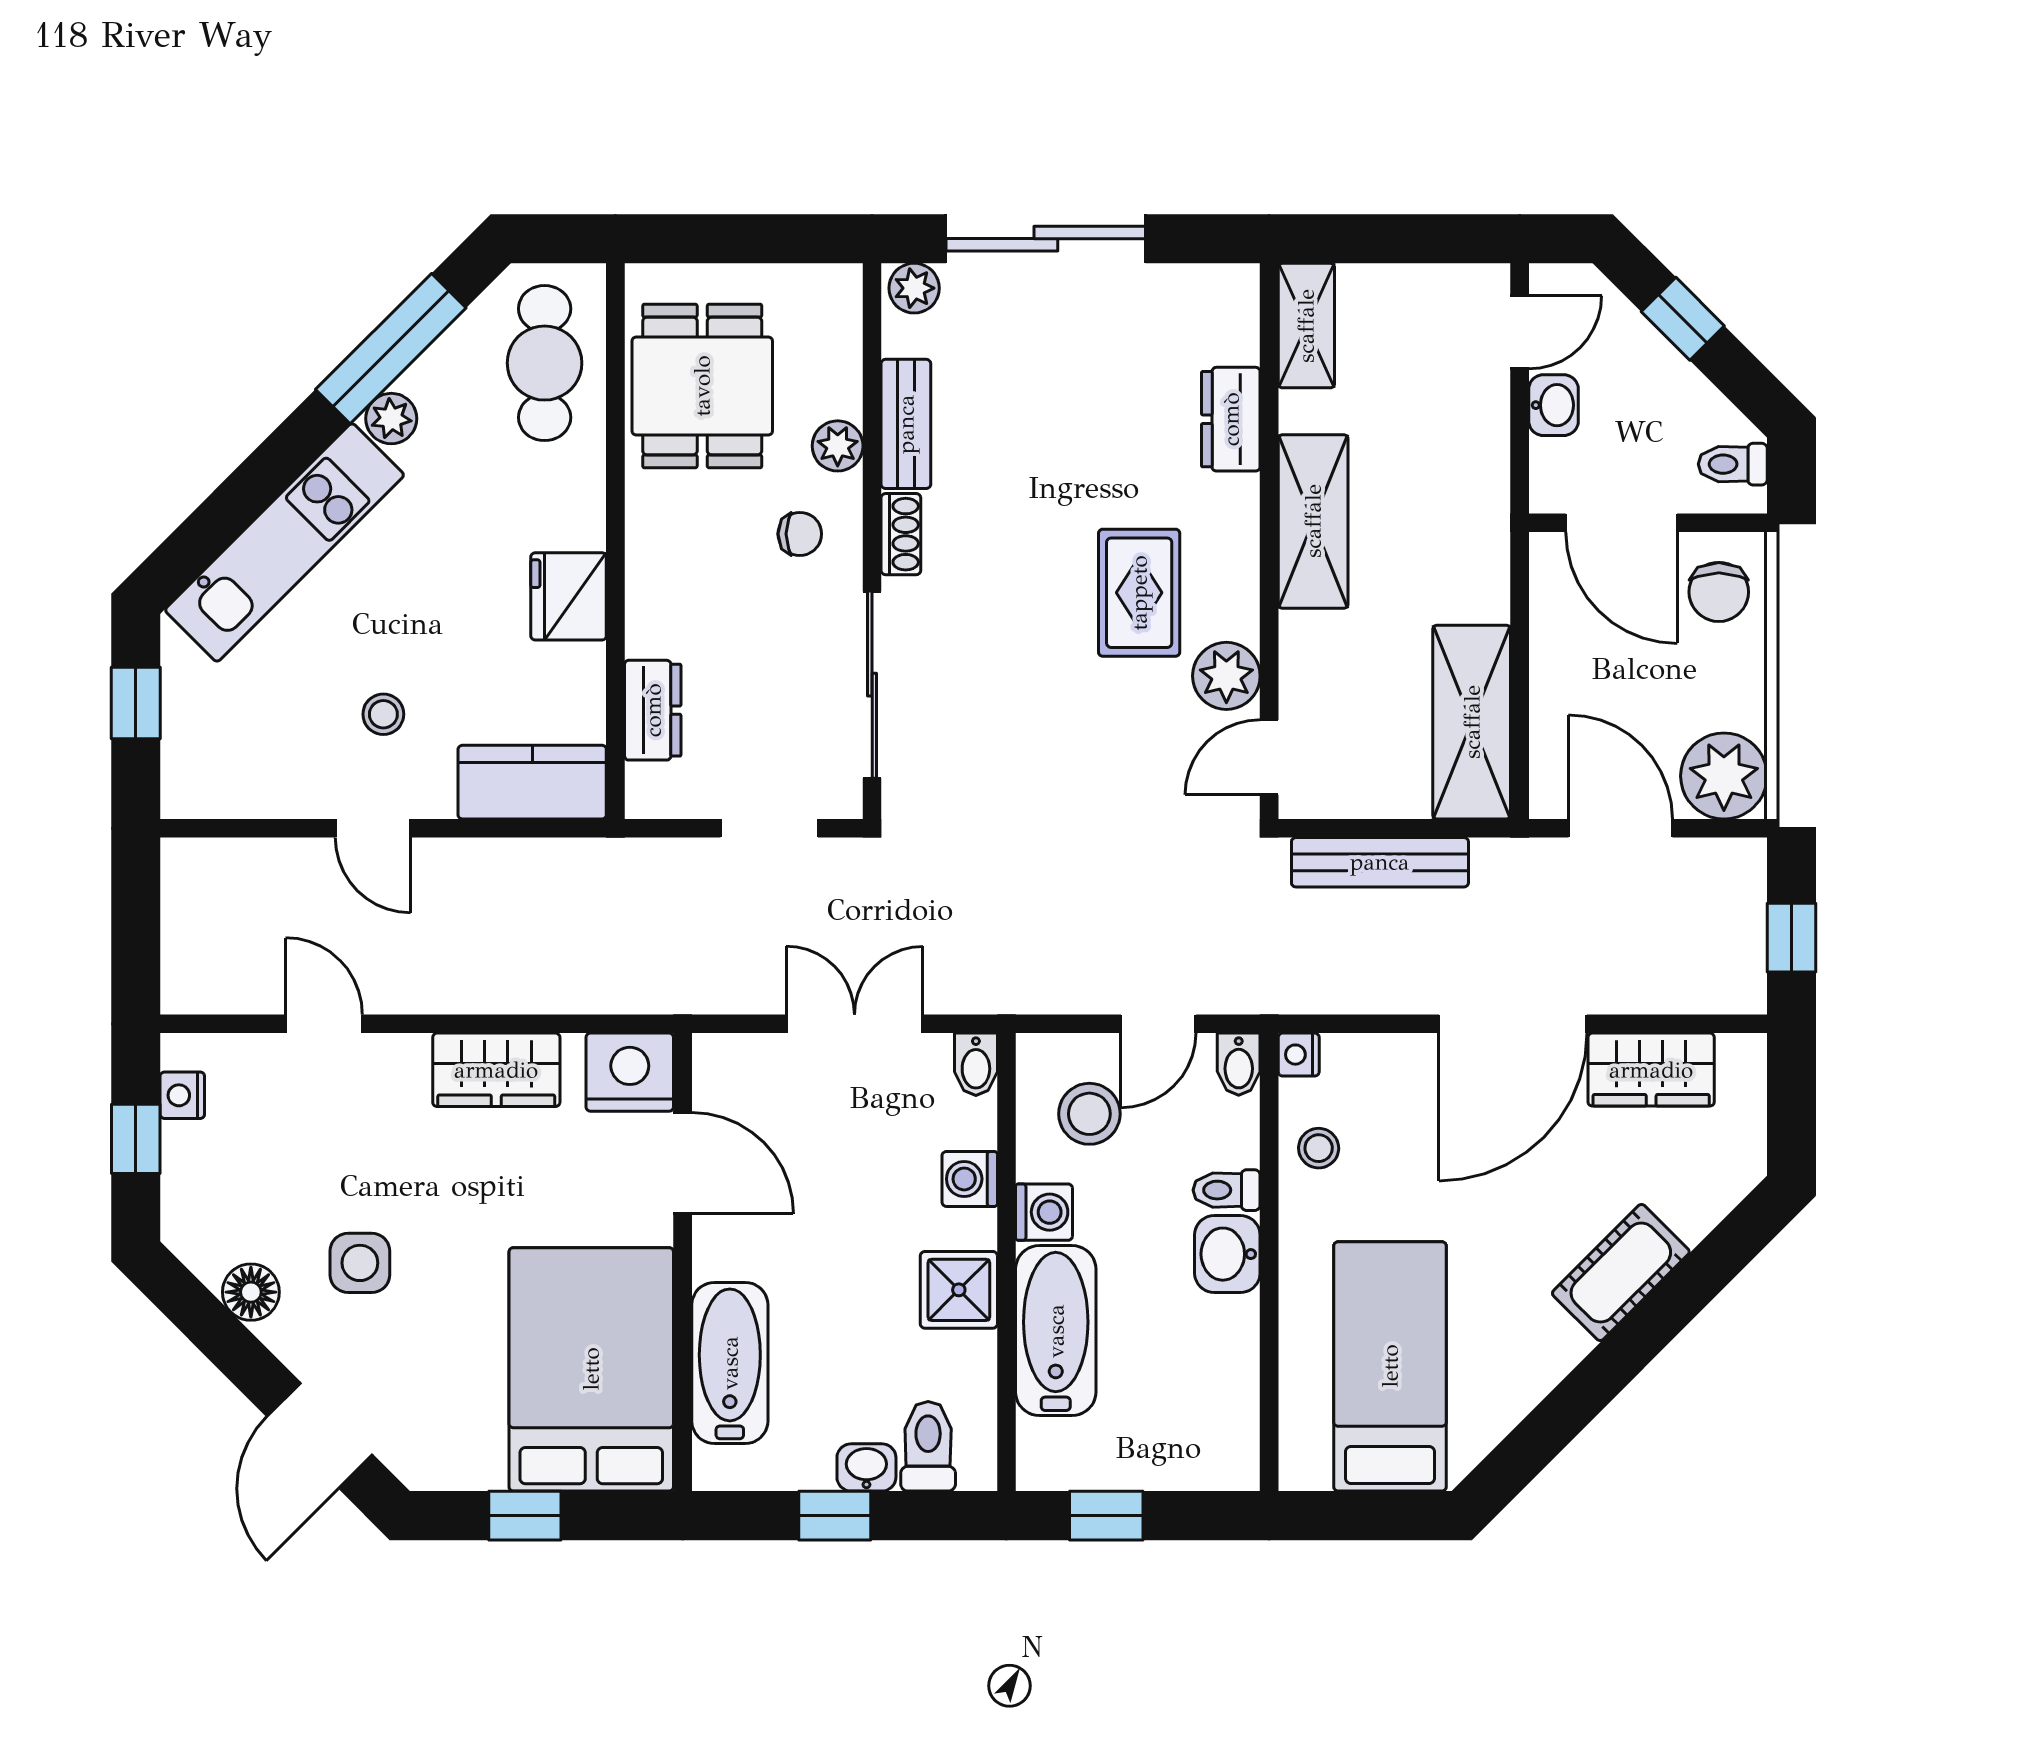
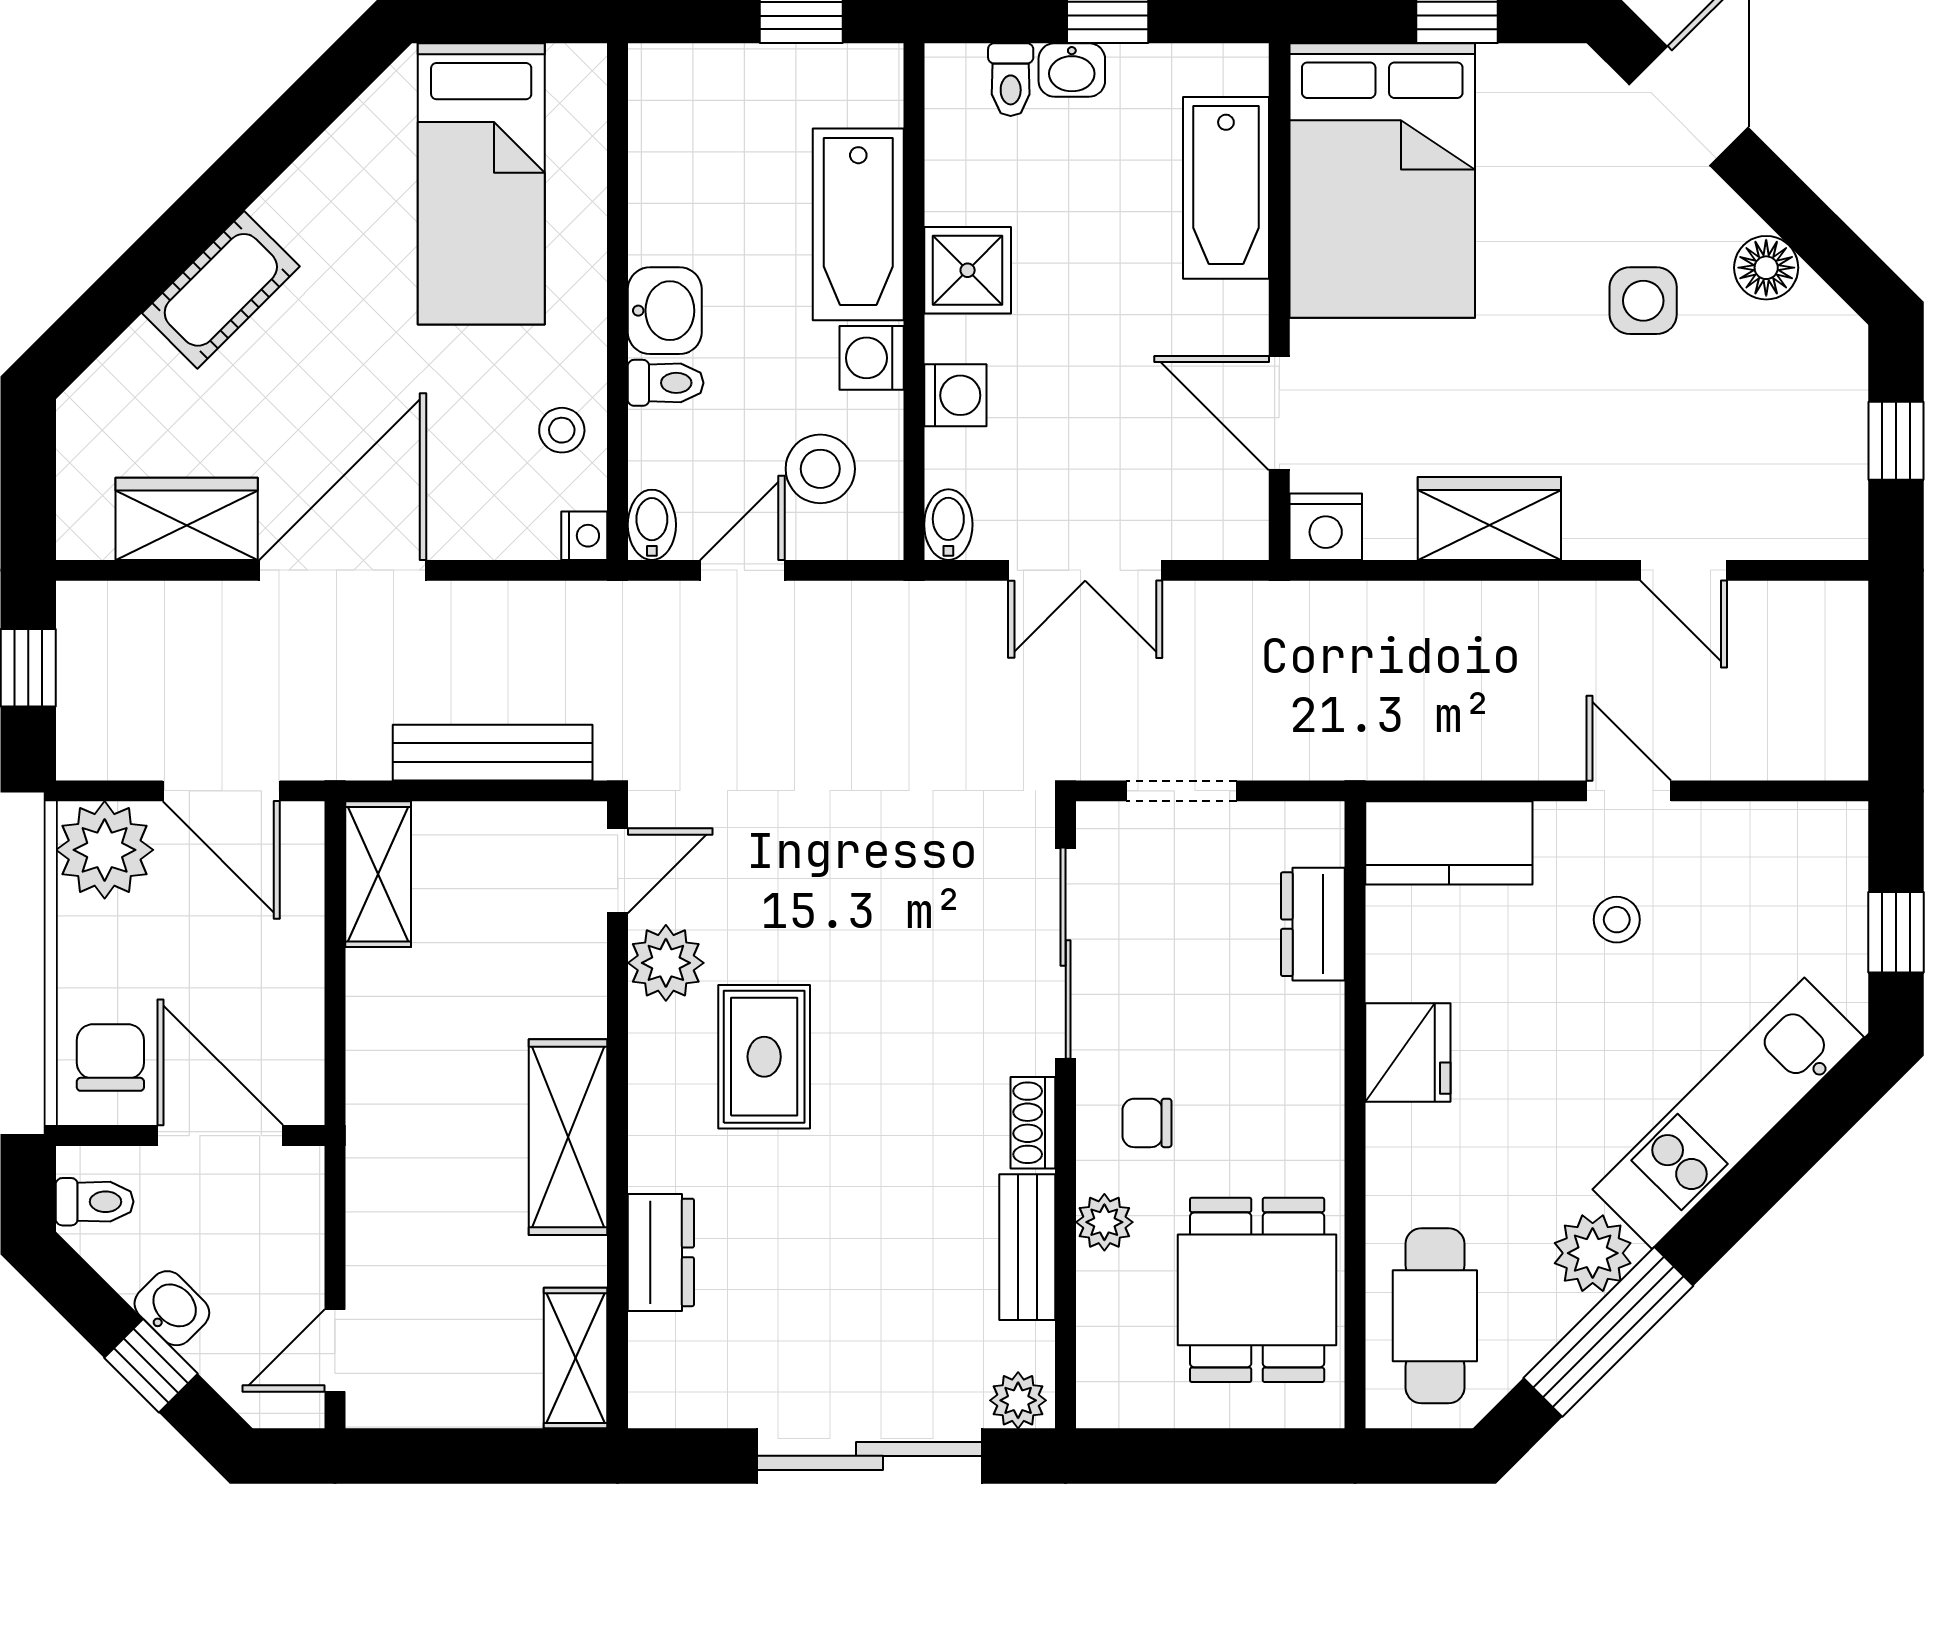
washbasin: (1554, 405) -> (172, 1308), moved, turned 135
plant: (391, 419) -> (1593, 1253), width x1.38, depth x1.38
shelving: (1472, 722) -> (378, 874), width x0.67, depth x0.75
nightstand: (630, 1072) -> (1326, 527), width x0.74, depth x0.75
nightstand: (182, 1095) -> (1844, 490), removed
toilet: (928, 1446) -> (1011, 80), width x0.73, depth x0.72

